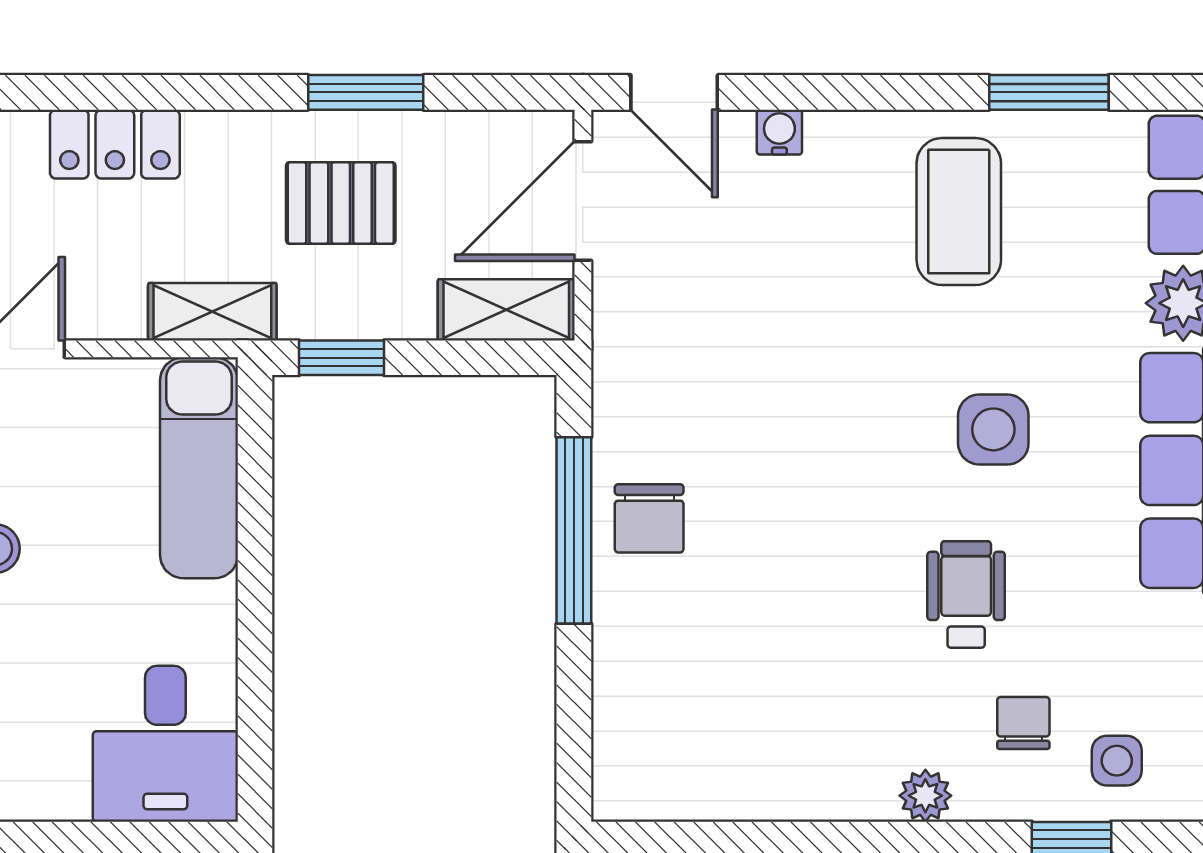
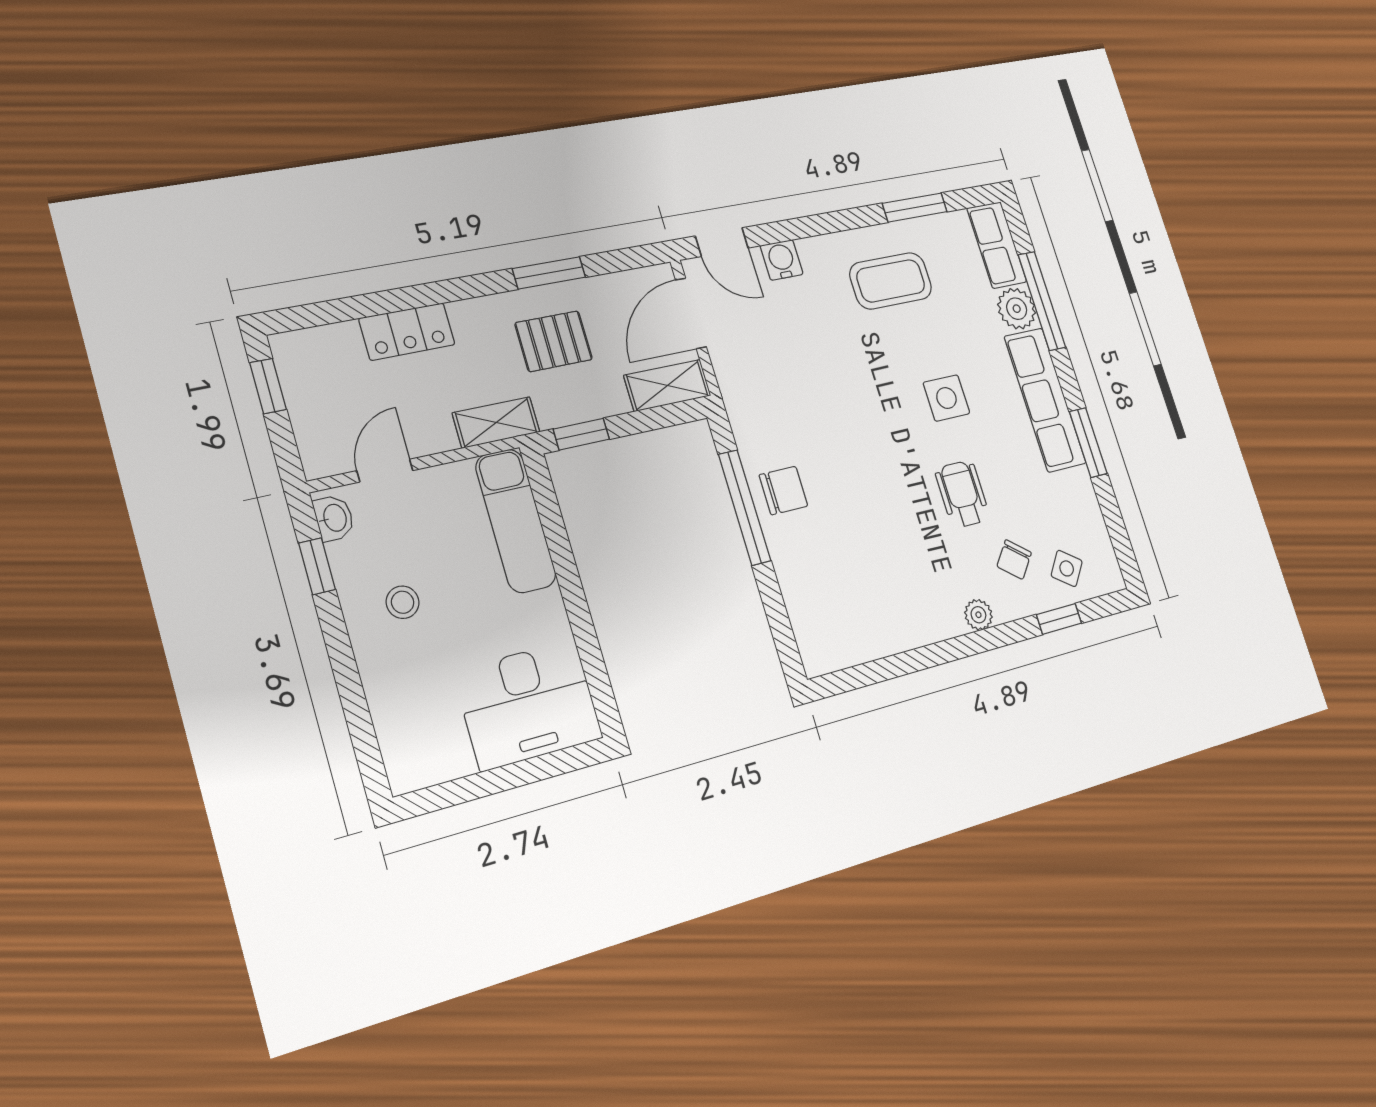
water cooler: (779, 132) -> (782, 260), width x1.38, depth x1.38
coffee table: (959, 212) -> (891, 281), turned 90
chair: (649, 518) -> (783, 490), turned -90
chair: (1023, 723) -> (1014, 560), turned -141
desk: (165, 744) -> (528, 705), width x1.37
side table: (1117, 761) -> (1067, 568), turned 36

